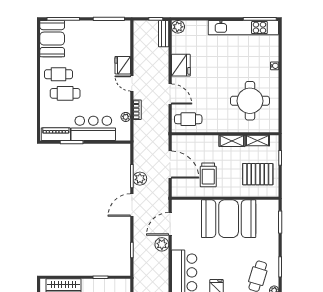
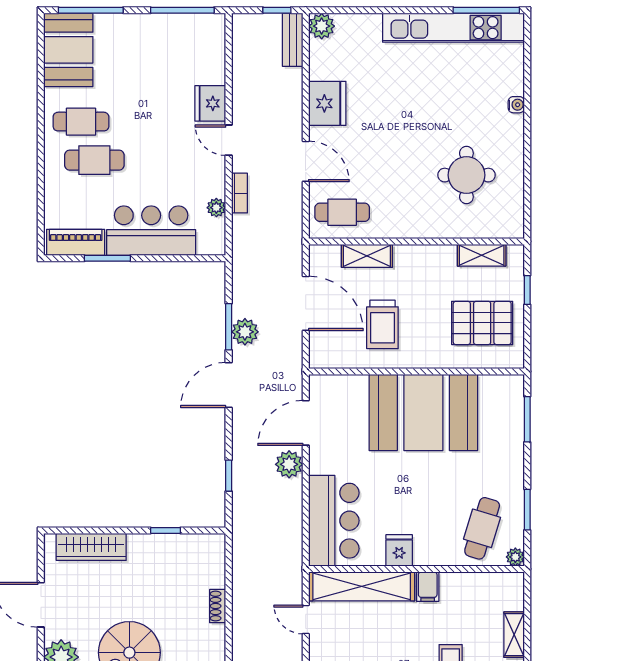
round table: (250, 101) -> (466, 175), width x0.73, depth x0.73
shelving: (232, 141) -> (367, 256), moved

